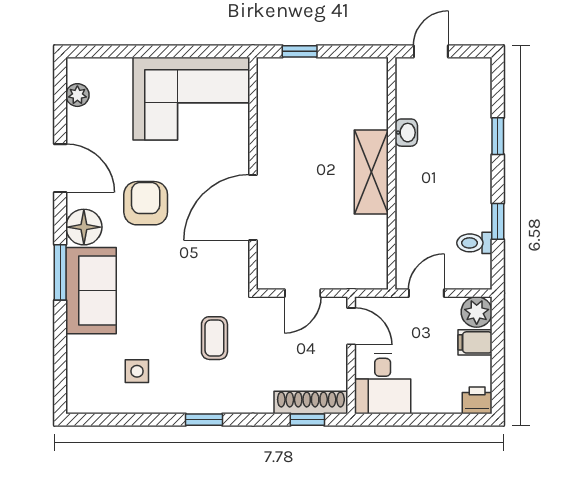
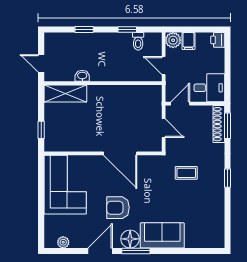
shelving: (371, 172) -> (65, 94), moved
window: (60, 272) -> (136, 251), moved
side table: (137, 371) -> (203, 212), removed
window: (307, 420) -> (228, 126), width x1.50

